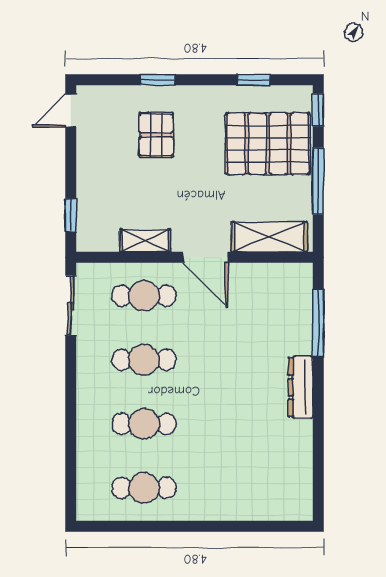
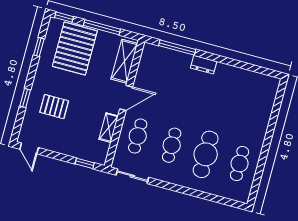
dresser: (301, 387) -> (204, 65), width x0.70
cafe table: (144, 424) -> (206, 154), width x1.37, depth x1.35

